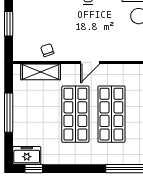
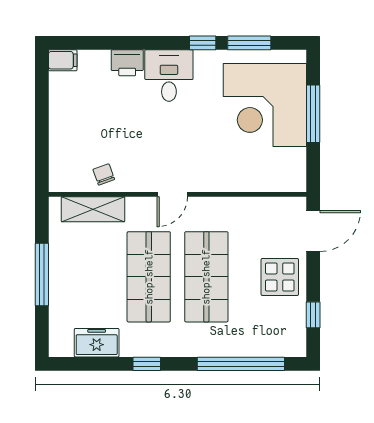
window: (9, 24) -> (42, 132), removed
freezer: (27, 155) -> (97, 343), moved
window: (34, 169) -> (147, 364), moved

